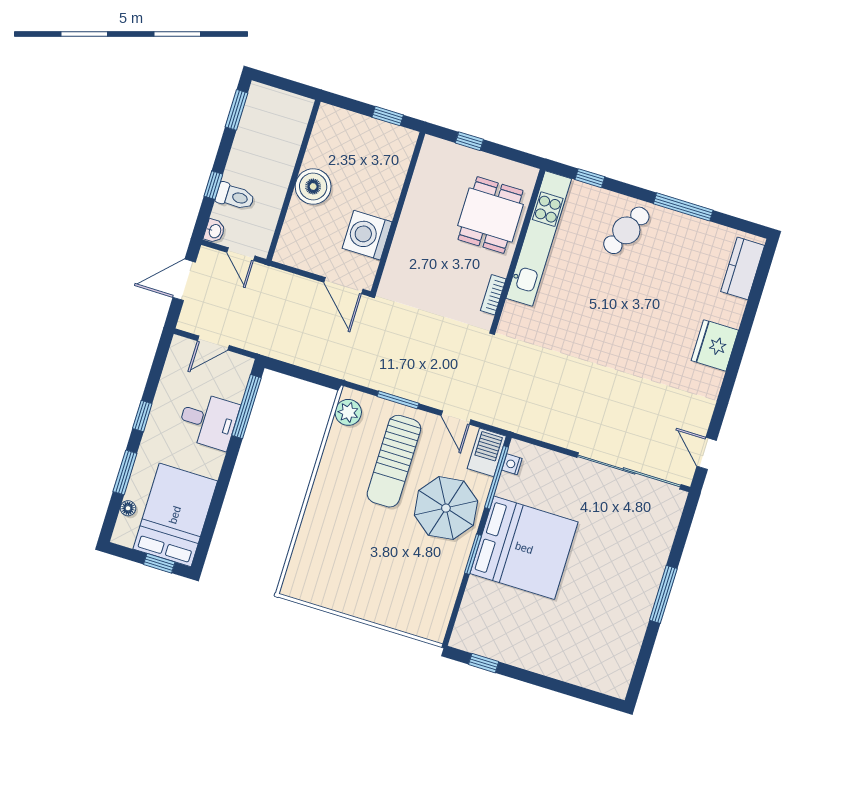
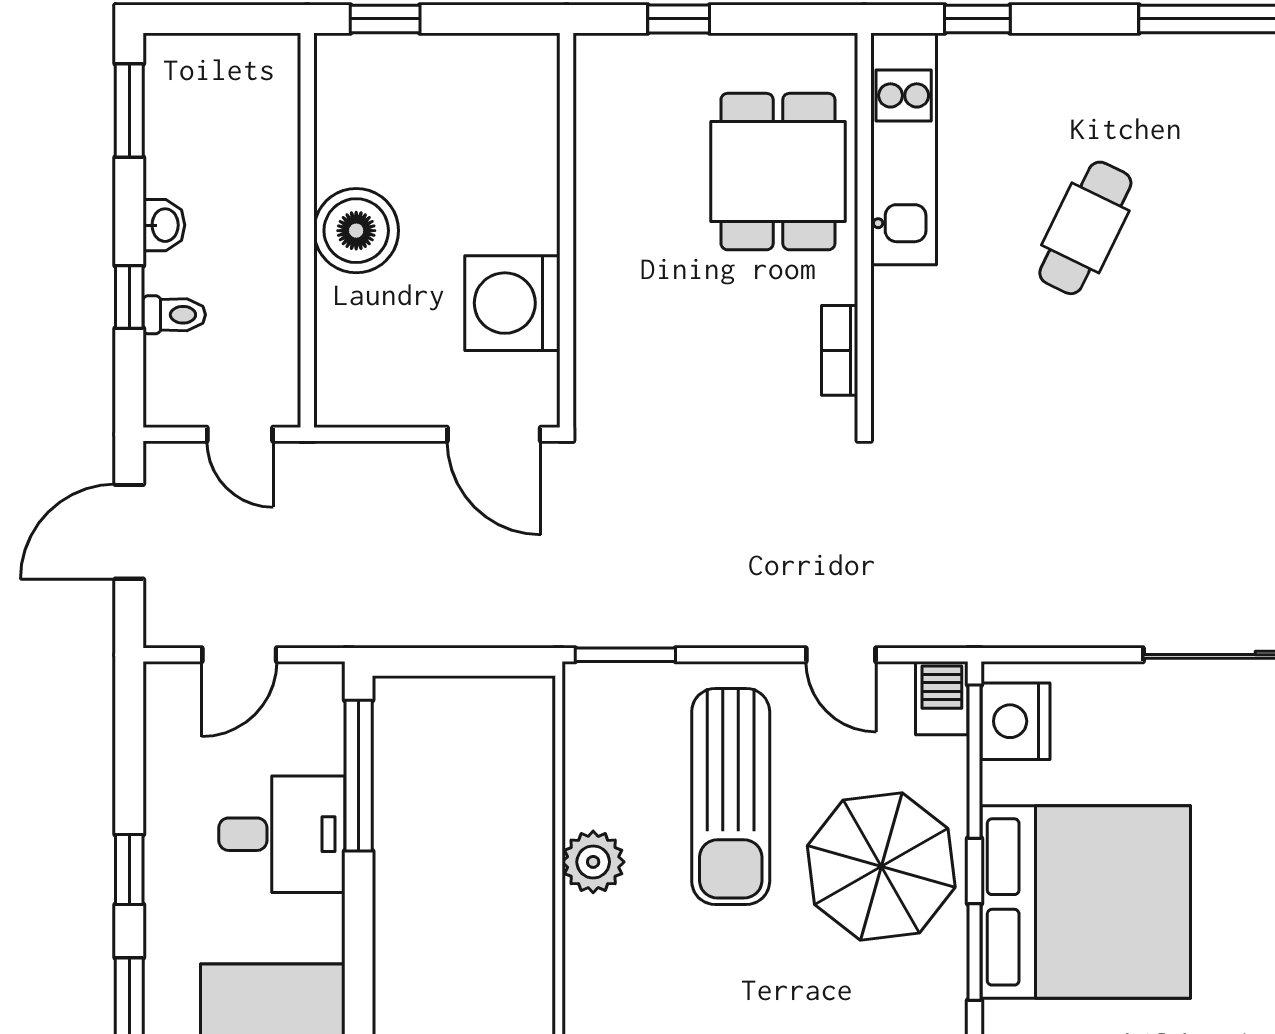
window: (388, 116) -> (385, 19), moved
toilet: (235, 196) -> (174, 315), width x0.73, depth x0.72
cafe table: (626, 230) -> (1085, 228), moved
washbasin: (215, 231) -> (164, 225), moved
kitchen unit: (539, 238) -> (904, 149), width x0.73
window: (398, 400) -> (625, 655), moved
plant: (348, 412) -> (593, 862), moved
barbecue: (487, 452) -> (942, 698), width x0.73, depth x0.79
nightstand: (512, 464) -> (1016, 721), width x1.89, depth x1.79

